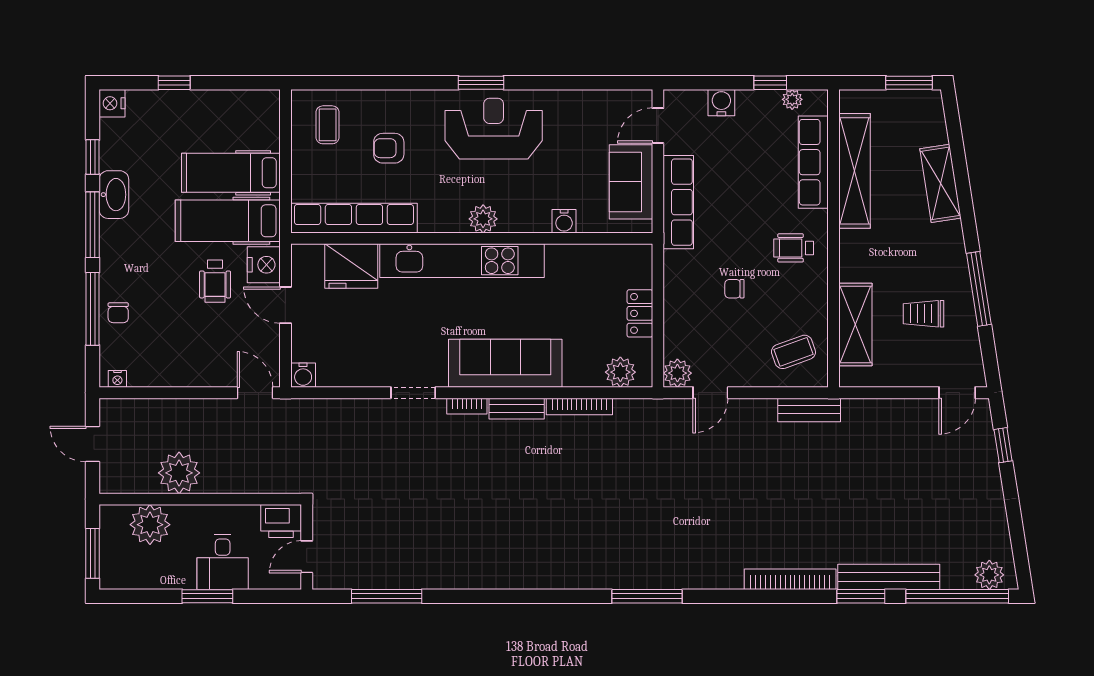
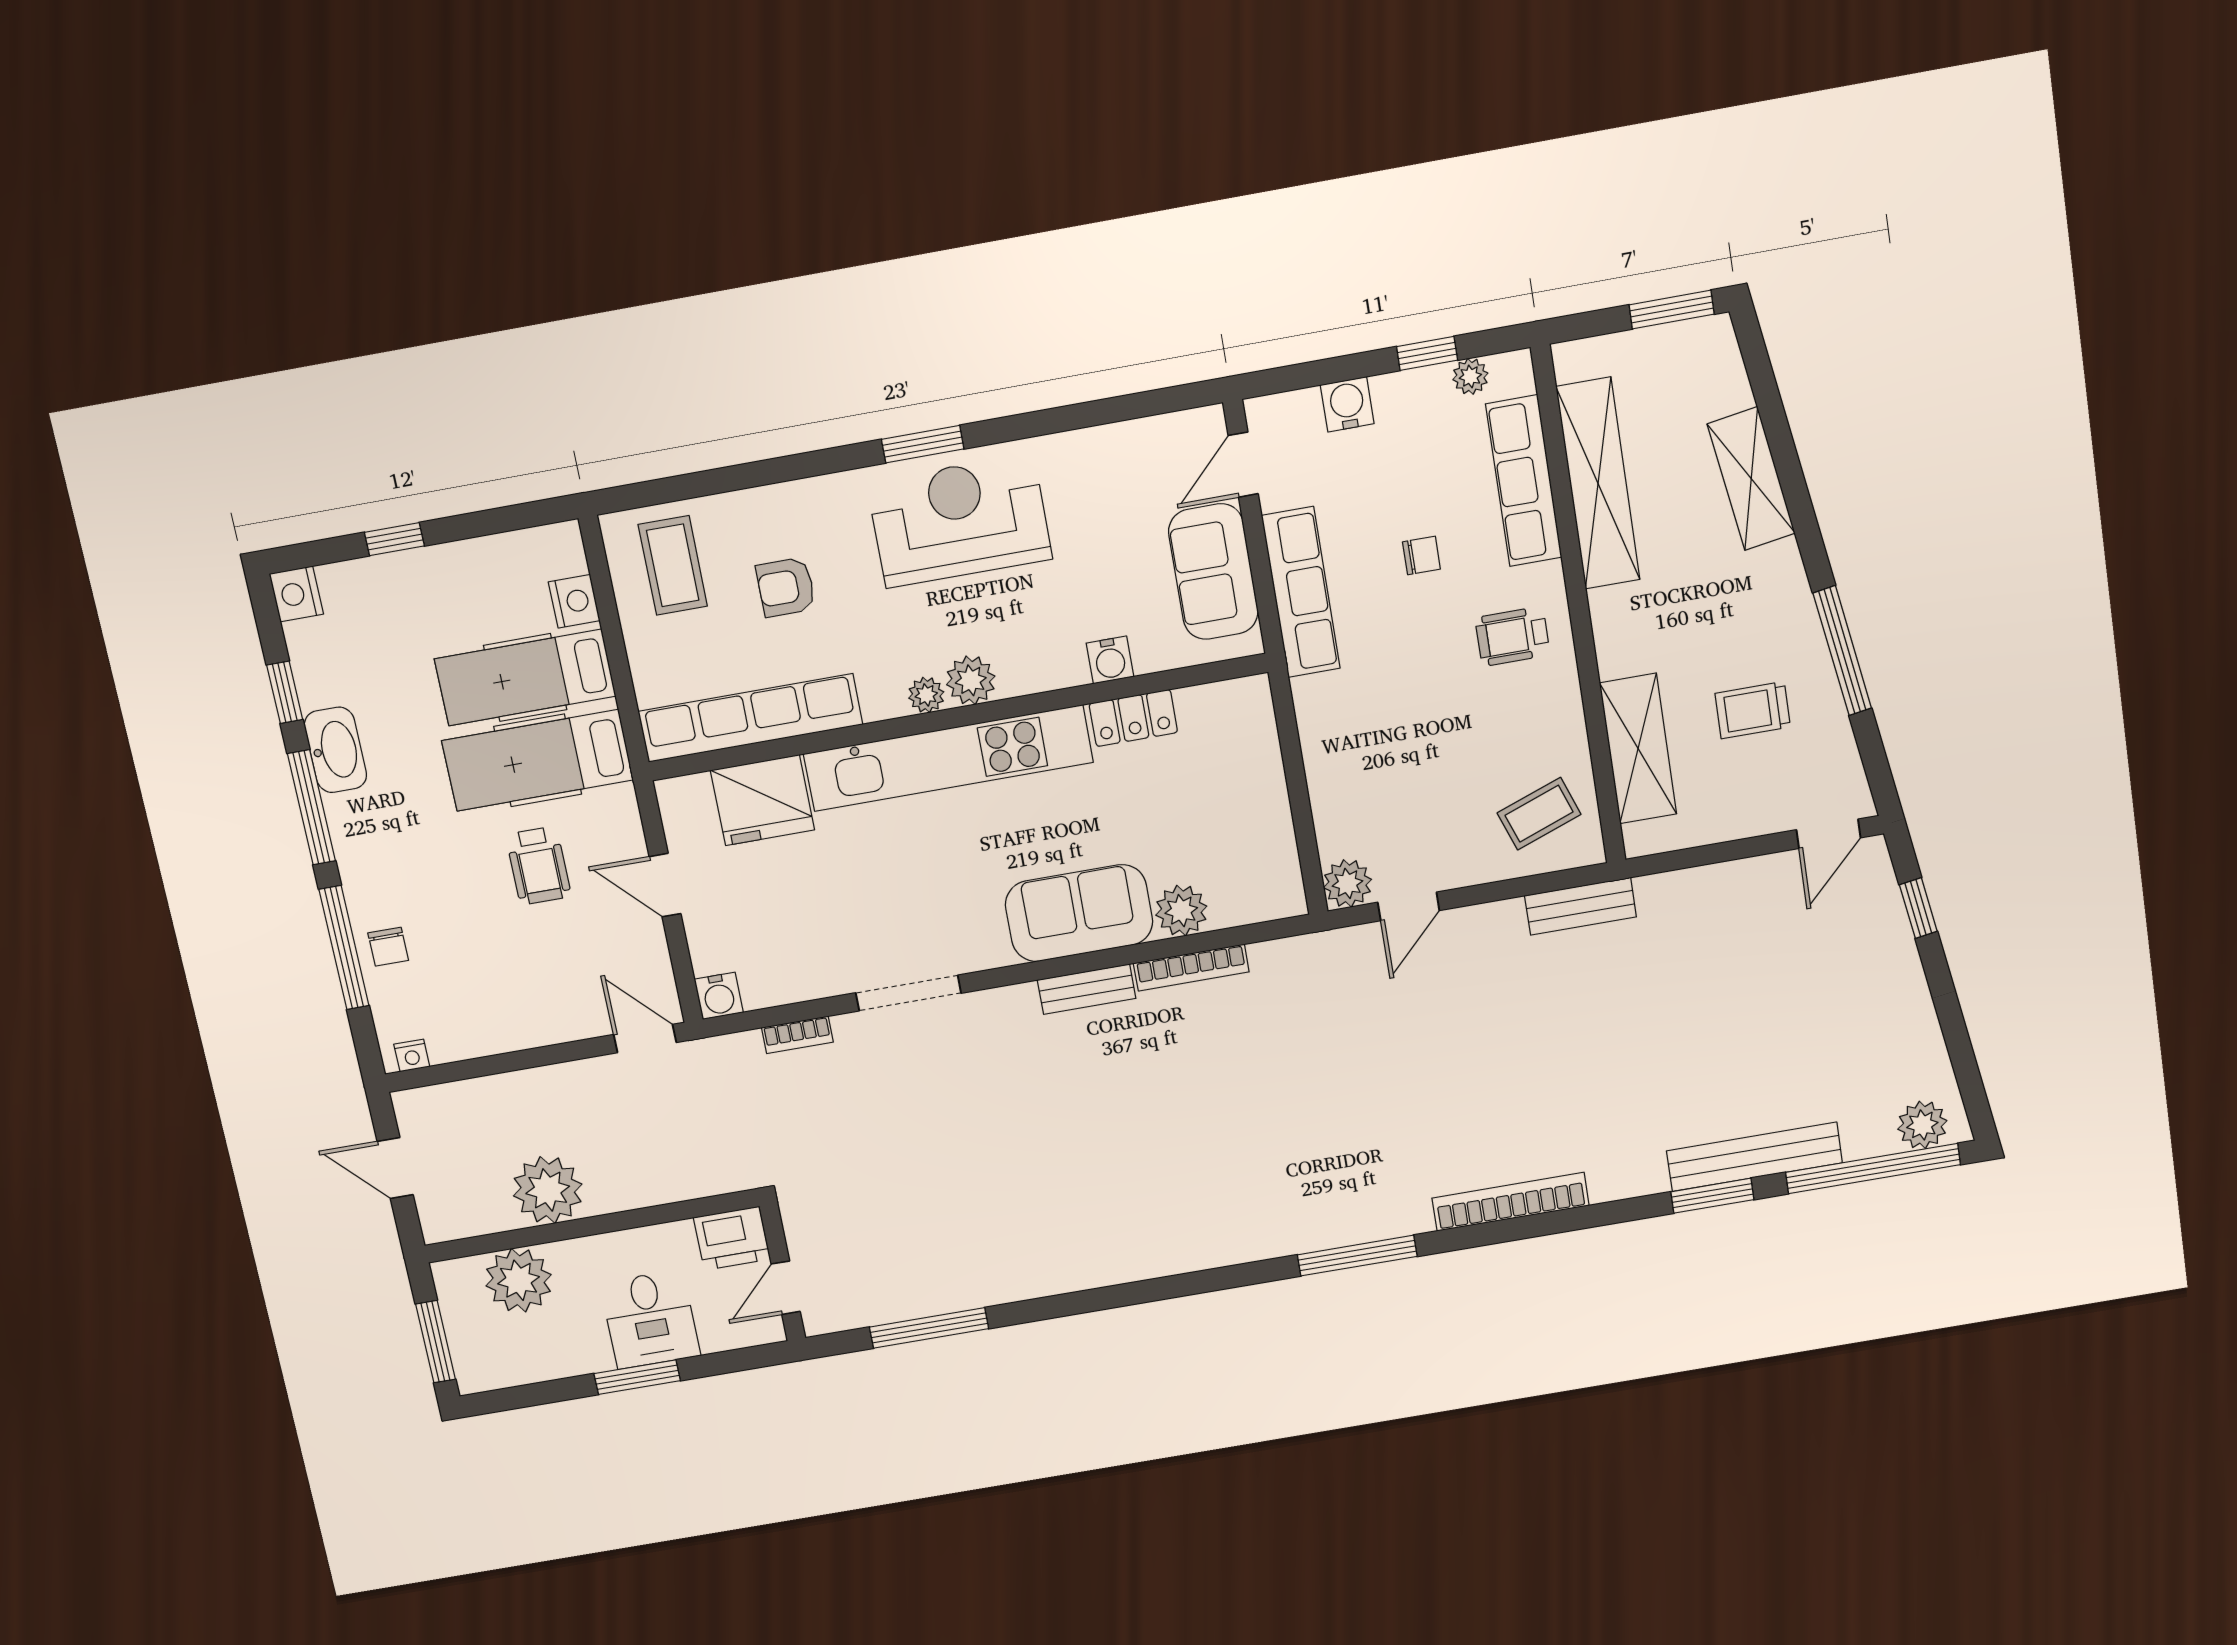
coffee table: (328, 125) -> (673, 565), width x1.36, depth x1.30
plant: (456, 223) -> (926, 695), added
nightstand: (264, 265) -> (574, 601), moved, width x0.74, depth x0.75
chair: (734, 289) -> (1421, 555), moved, turned 180
locker: (640, 313) -> (1133, 718), moved, turned -90
sofa: (505, 363) -> (1079, 913), width x0.73
plant: (620, 372) -> (1181, 911), moved
doorway: (413, 393) -> (908, 993), width x1.38
bookcase: (467, 406) -> (797, 1035), moved
bookcase: (790, 579) -> (1511, 1202), moved

